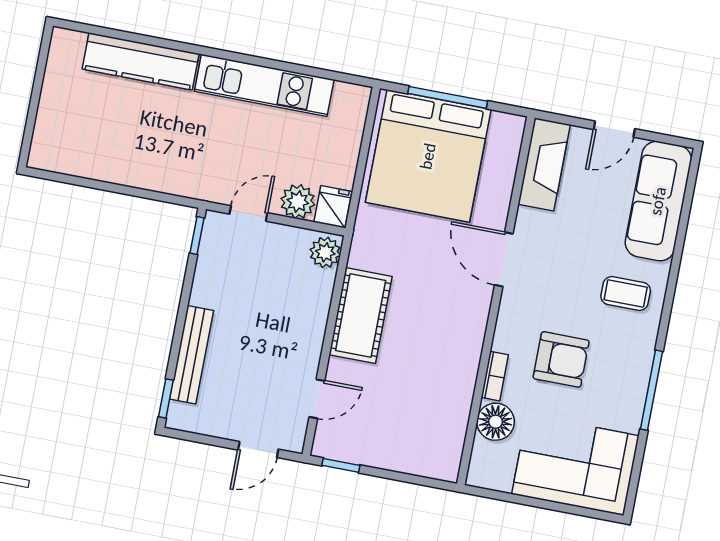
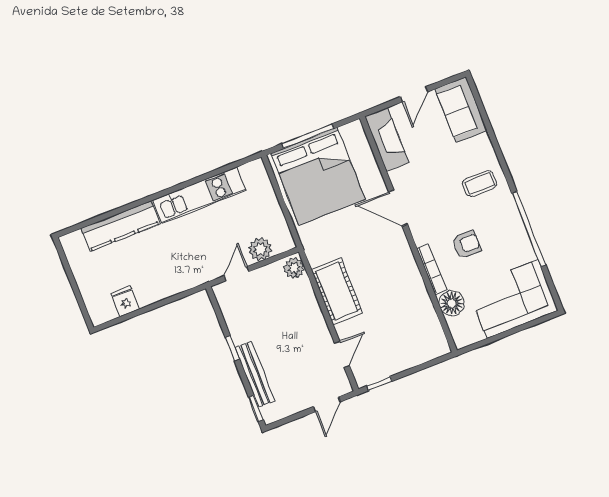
sofa: (658, 201) -> (461, 110), width x0.73
fridge: (333, 207) -> (125, 301), moved
window: (197, 235) -> (232, 348), moved
armchair: (561, 359) -> (467, 244), width x0.72, depth x0.72
bookcase: (495, 376) -> (432, 269), width x1.56
window: (651, 390) -> (529, 229), width x1.46

